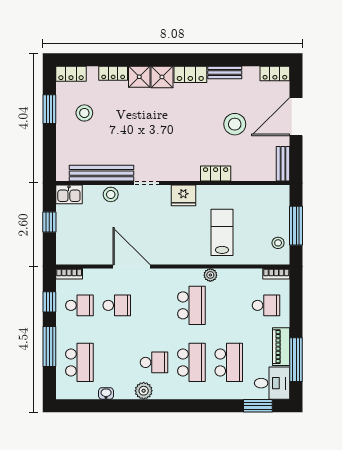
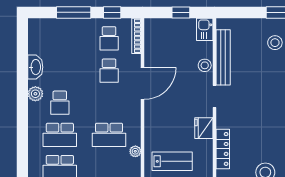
locker: (216, 173) -> (223, 149), width x1.53
bookcase: (69, 274) -> (136, 36), width x1.56
school desk: (79, 362) -> (60, 38), removed
washbasin: (106, 393) -> (35, 67), width x1.91, depth x1.45

